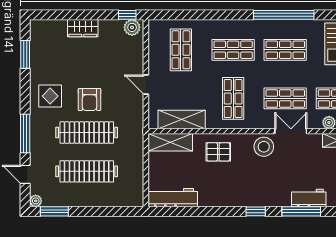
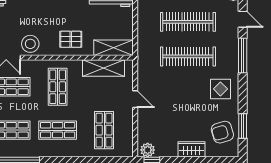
armchair: (90, 100) -> (222, 132), moved, turned -106

